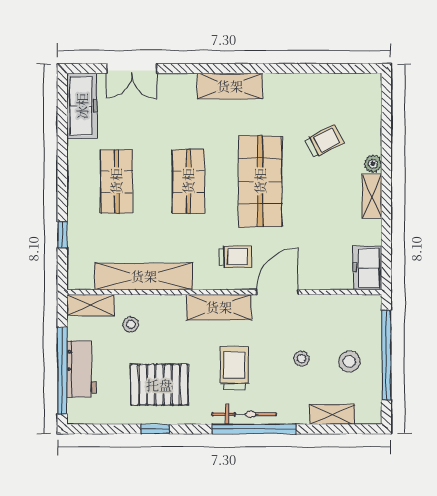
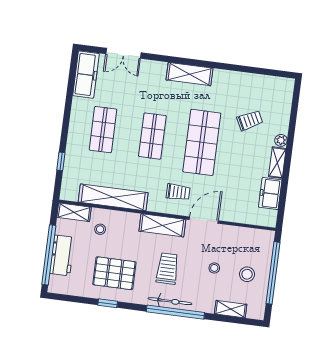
freezer: (367, 268) -> (270, 194), moved

